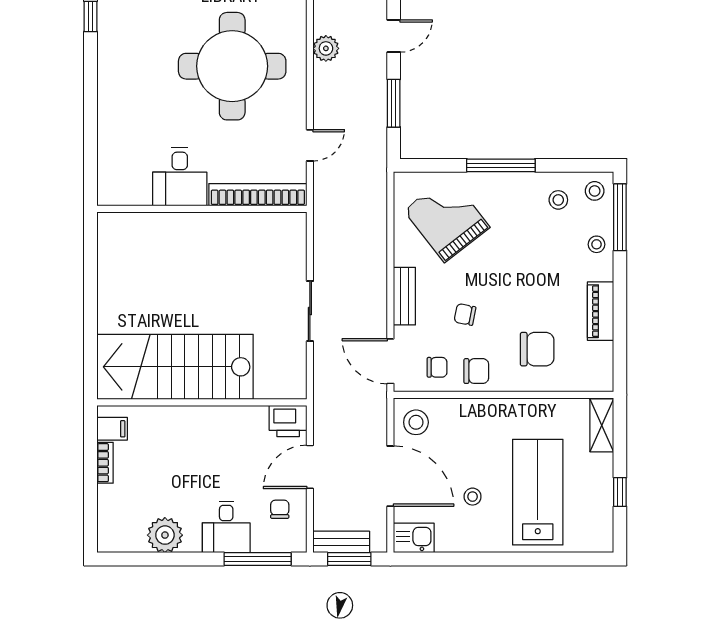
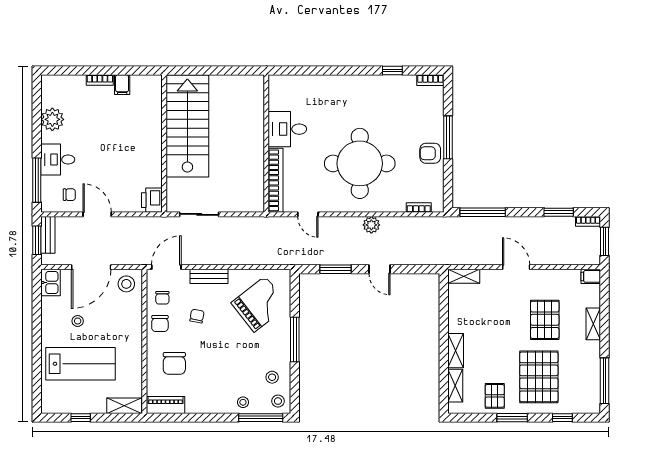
piano: (601, 311) -> (166, 405), moved
stairs: (175, 367) -> (187, 126), moved
wall: (202, 402) -> (164, 144), moved
printer: (288, 421) -> (152, 200), moved

